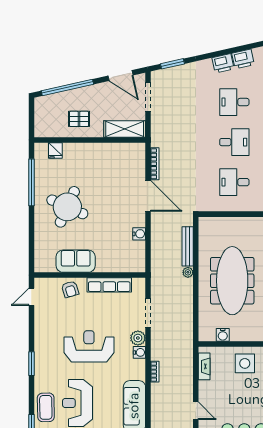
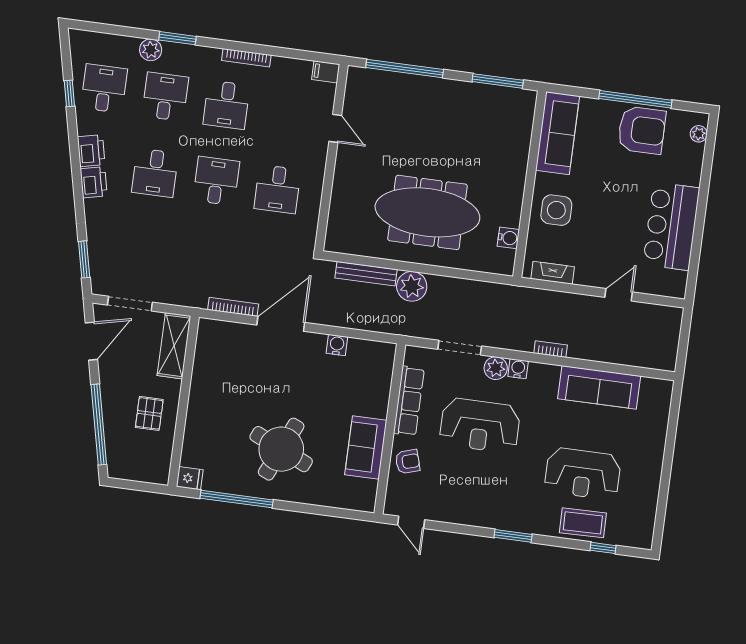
fridge: (55, 151) -> (190, 478), moved
plant: (188, 272) -> (412, 286), width x1.87, depth x1.87
reception desk: (89, 346) -> (480, 425), moved, turned -90

